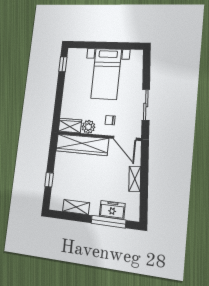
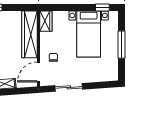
window: (104, 45) -> (121, 45), added
bed with nightstands: (106, 74) -> (89, 34), moved, turned -90
plant: (88, 127) -> (46, 38), removed

